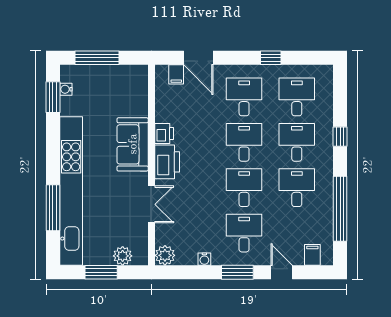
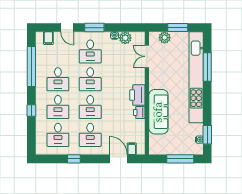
sofa: (133, 144) -> (158, 112), width x1.36
double door: (152, 204) -> (147, 56), moved
plant: (165, 255) -> (125, 38), moved

